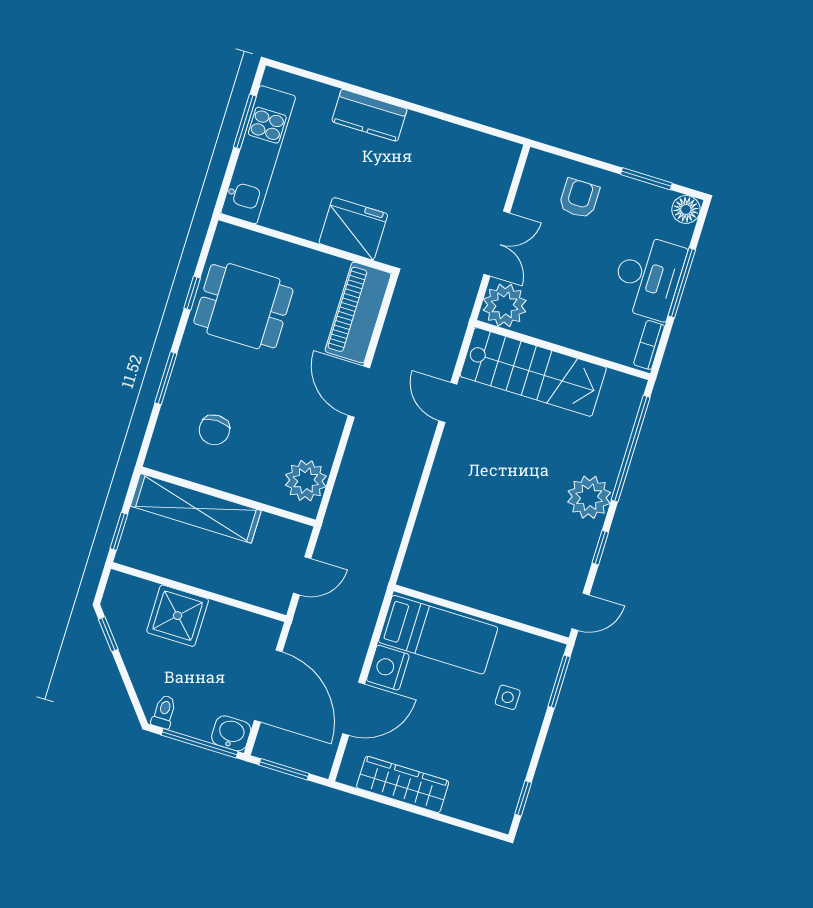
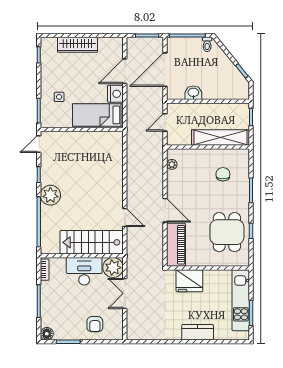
desk: (648, 277) -> (84, 271), moved, turned 90
dining table: (243, 306) -> (227, 232), turned 90
plant: (306, 481) -> (172, 164), width x0.53, depth x0.53
shower: (178, 616) -> (214, 88), removed
door: (268, 686) -> (165, 70), hinge flipped
washbasin: (231, 733) -> (193, 93), moved, turned 180
wardrobe: (403, 784) -> (77, 45), moved

